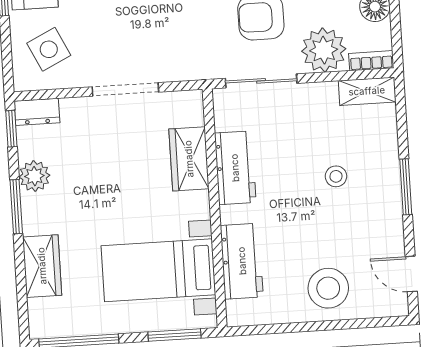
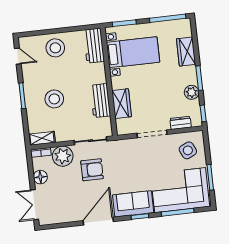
dresser: (37, 112) -> (181, 123), moved
stool: (336, 176) -> (54, 99), width x1.89, depth x1.89
workbench: (242, 261) -> (94, 46), moved

